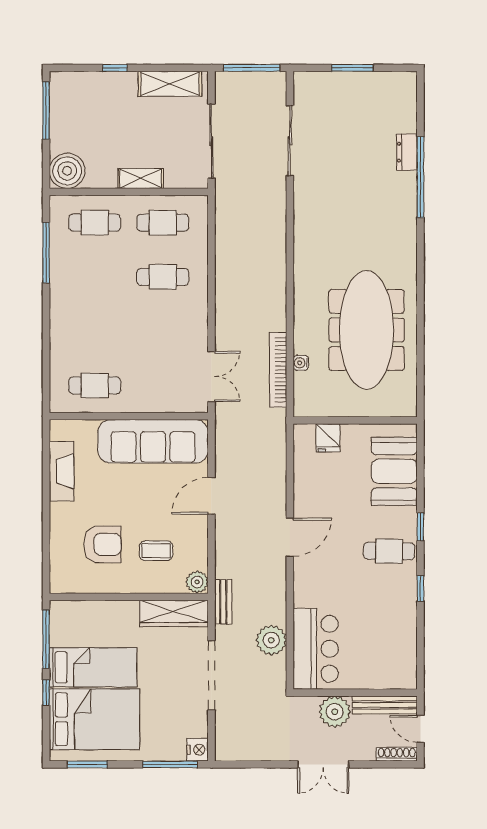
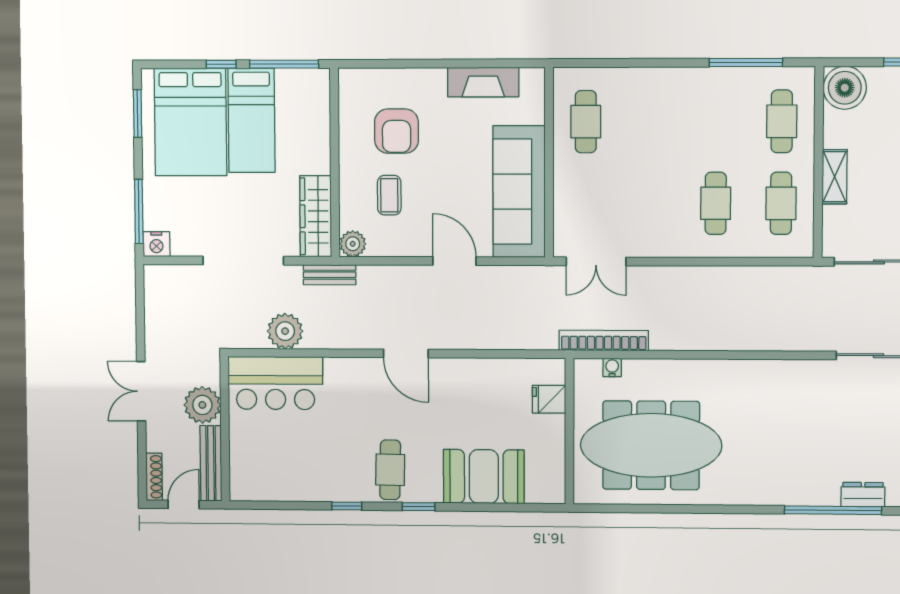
wall: (355, 420) -> (569, 431), moved
fridge: (328, 438) -> (549, 399), moved

